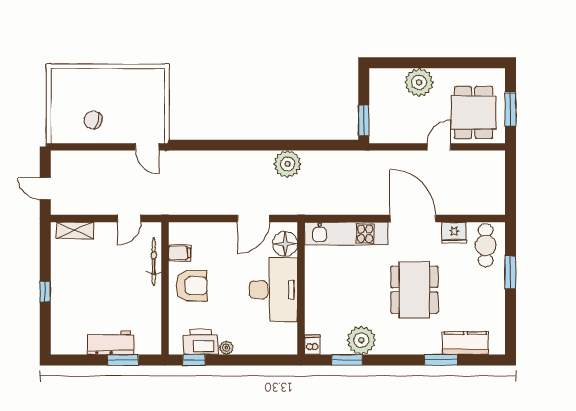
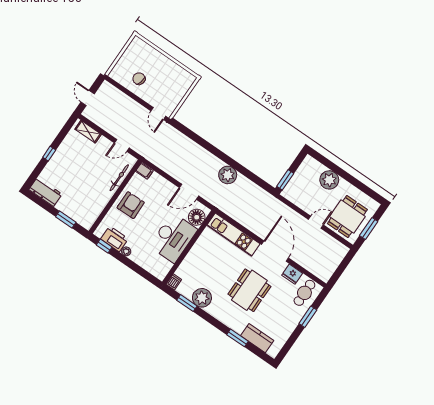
filing cabinet: (179, 253) -> (144, 171), moved
armchair: (192, 286) -> (131, 205), turned -91
workbench: (111, 343) -> (45, 192), moved

